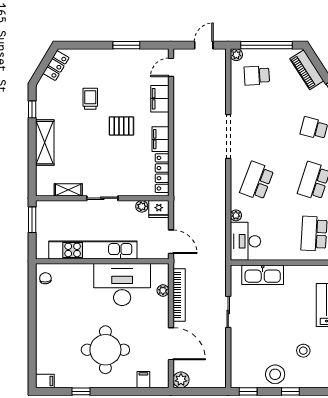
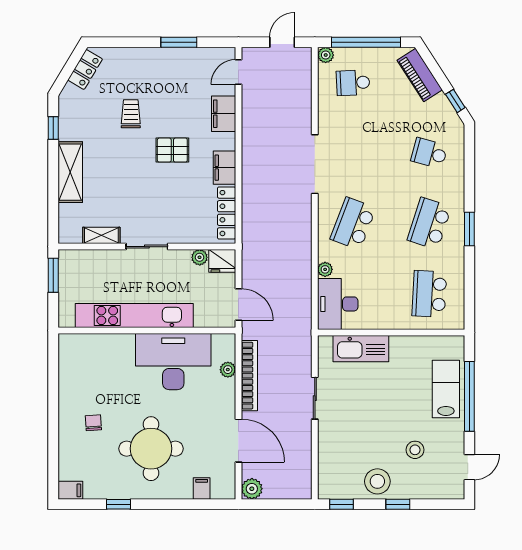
chair: (45, 278) -> (93, 423), moved

